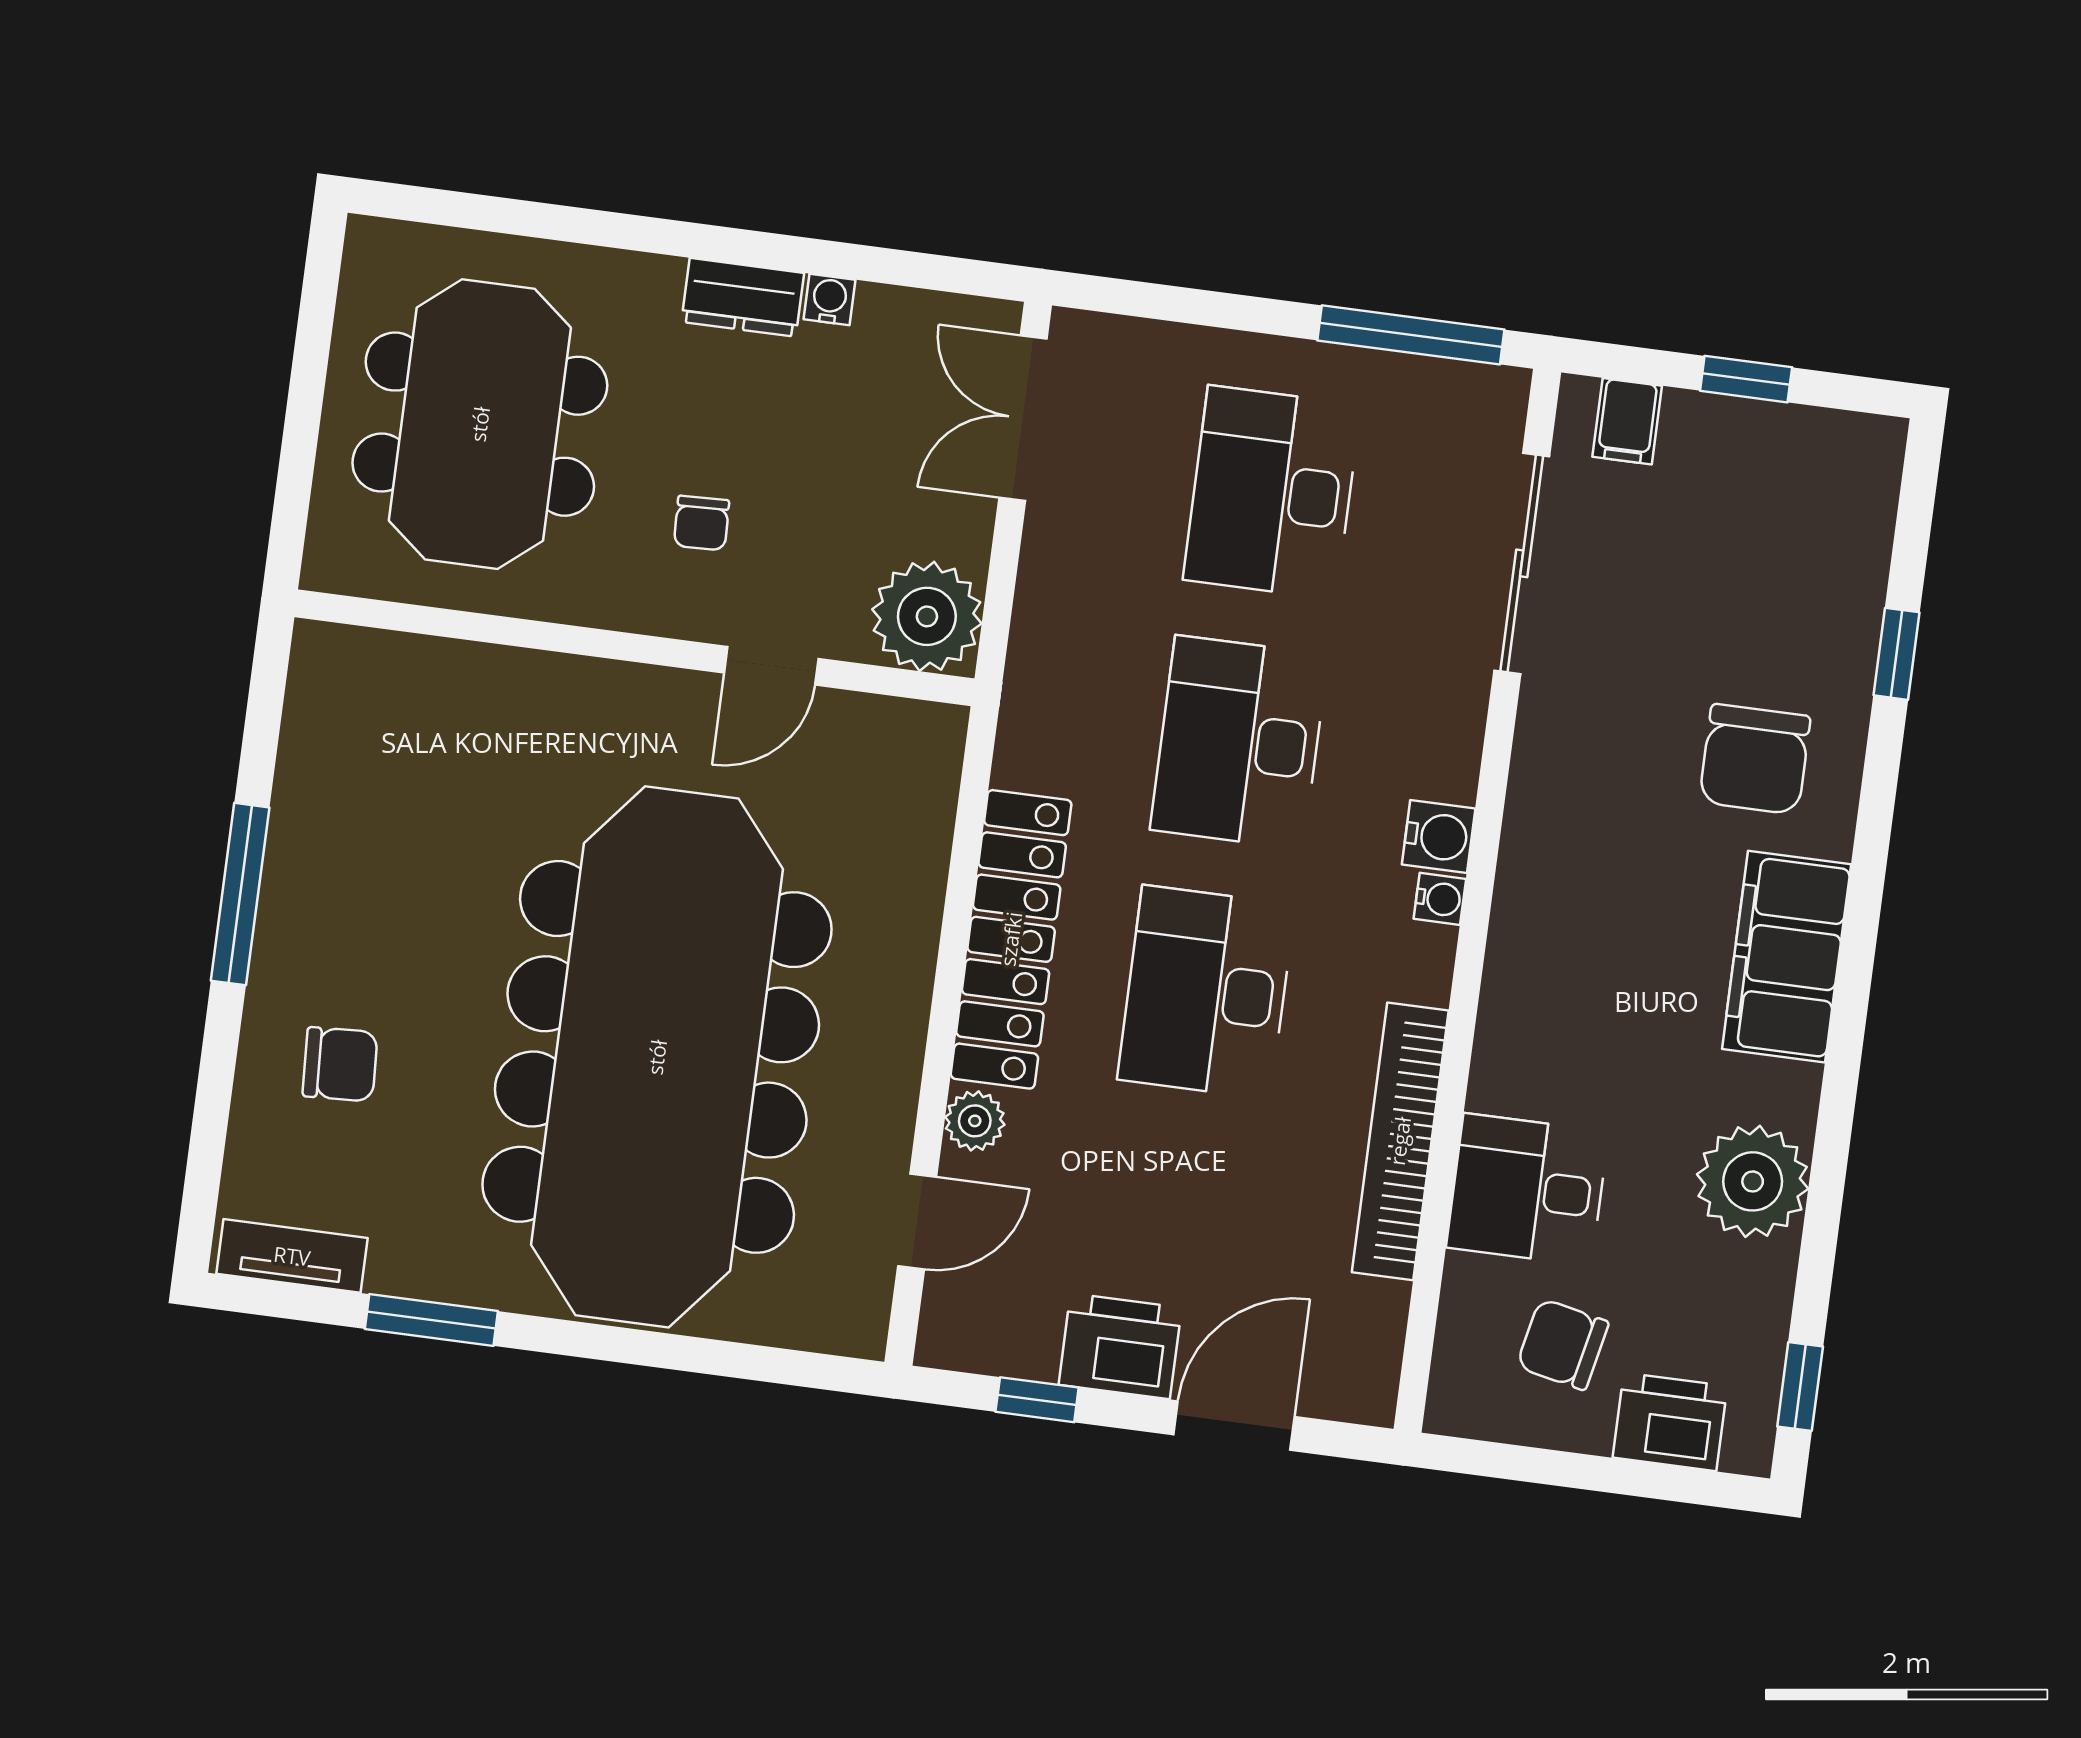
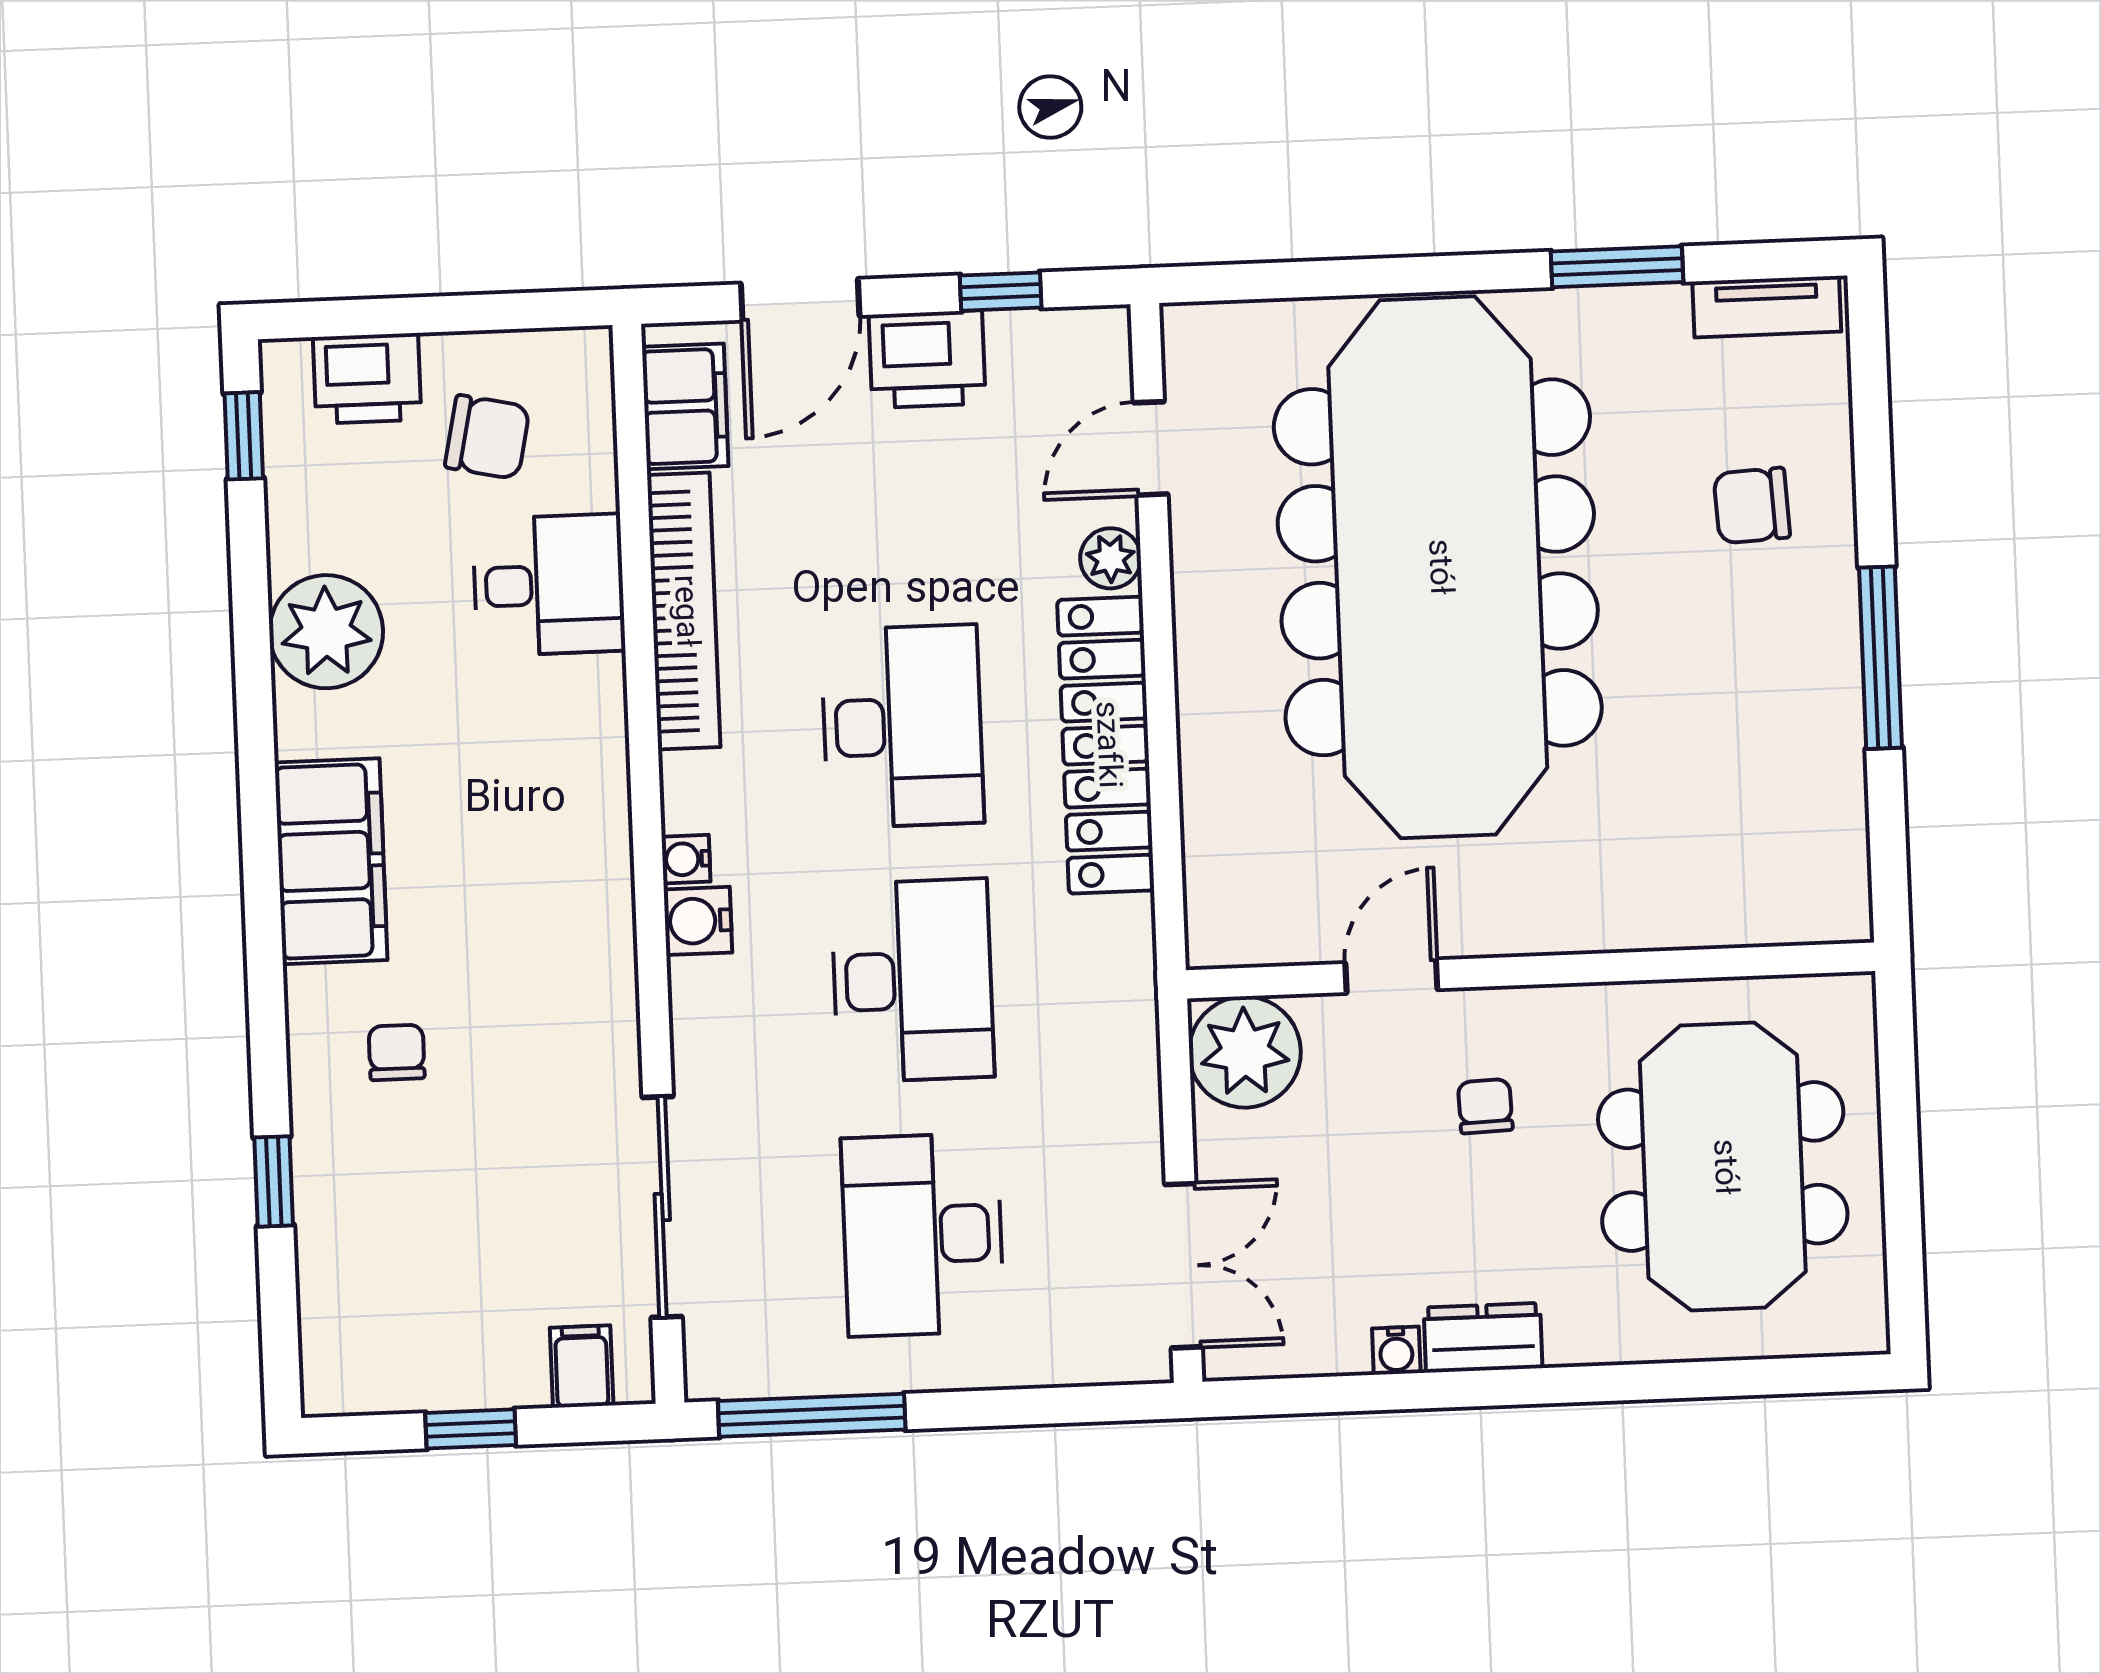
desk: (1272, 492) -> (923, 1235), turned 180
chair: (1755, 759) -> (397, 1052), width x0.54, depth x0.54
filing cabinet: (1364, 1341) -> (685, 406), added

